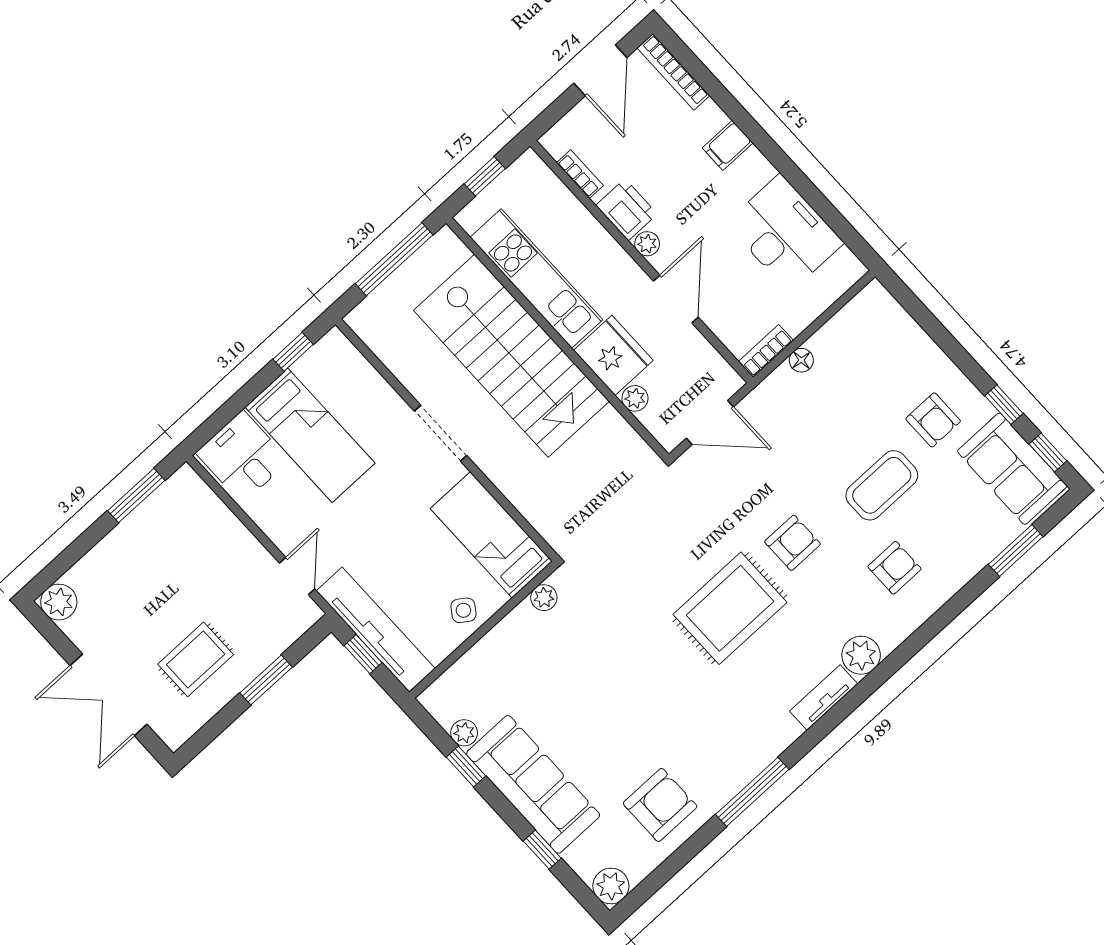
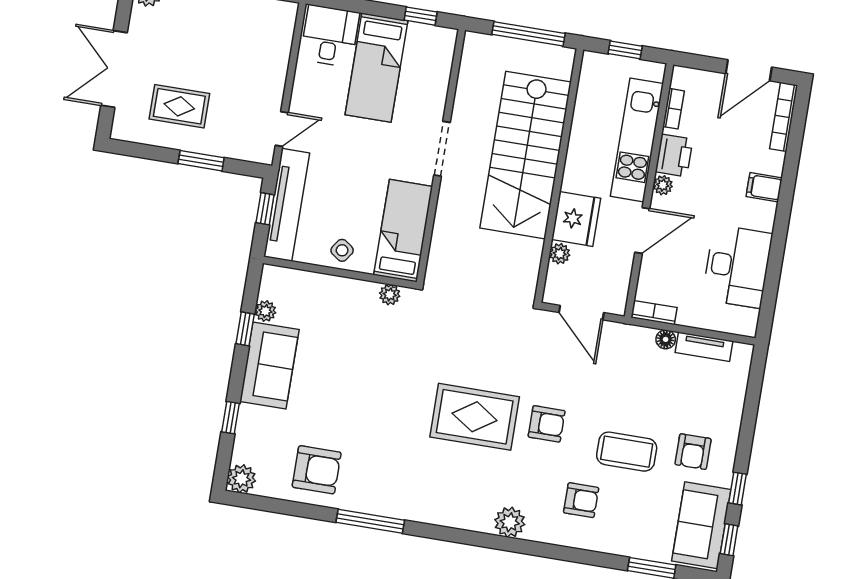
kitchen unit: (536, 279) -> (637, 140), moved, turned 180
tv unit: (824, 697) -> (704, 347), moved, turned 180
sofa: (533, 784) -> (269, 365), width x0.73

